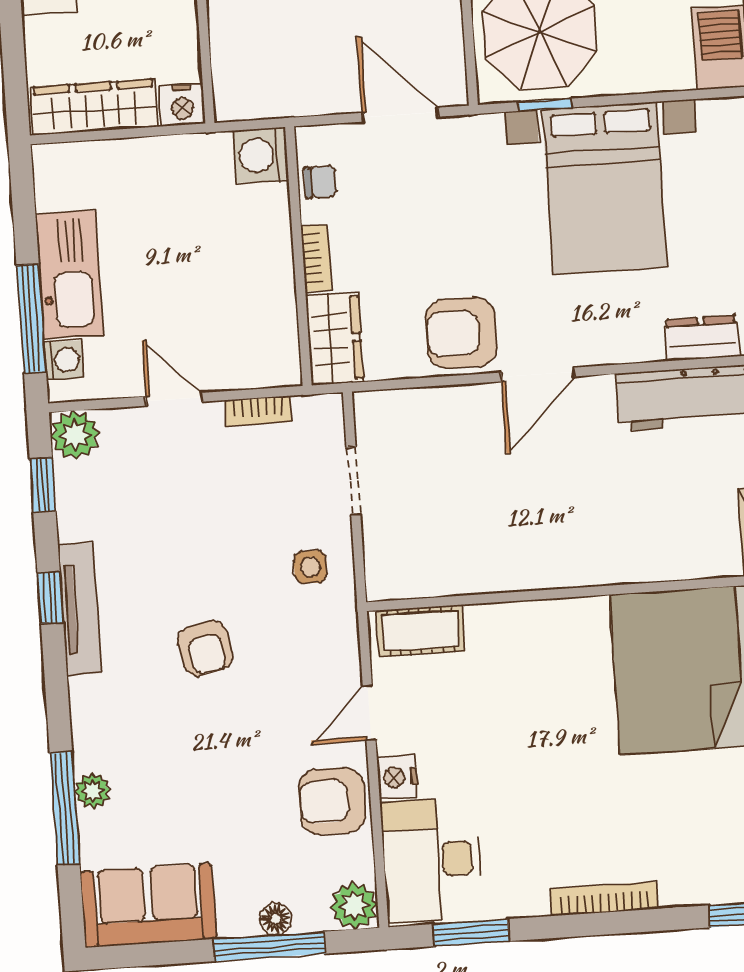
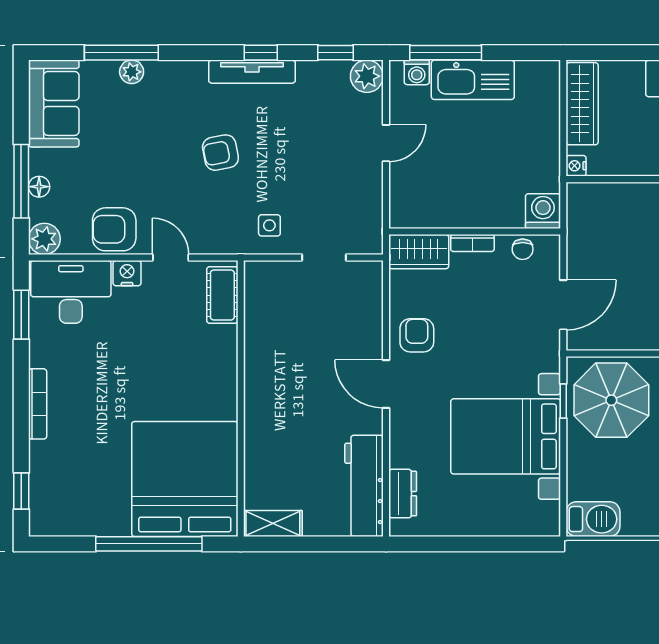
nightstand: (182, 105) -> (576, 166), width x0.72, depth x0.74
armchair: (461, 333) -> (417, 335), width x0.72, depth x0.72
bookcase: (258, 411) -> (374, 198), removed
armchair: (332, 801) -> (114, 229), turned -90

